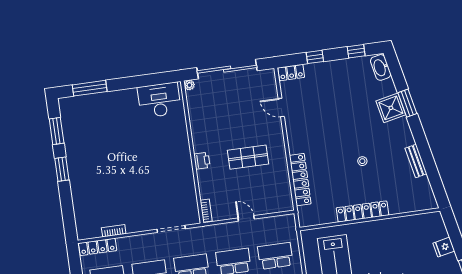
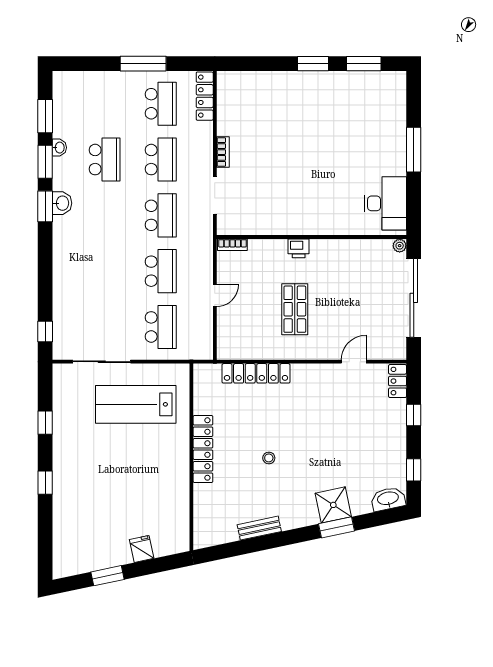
window: (90, 88) -> (414, 150), moved
bookcase: (114, 231) -> (223, 152), moved

